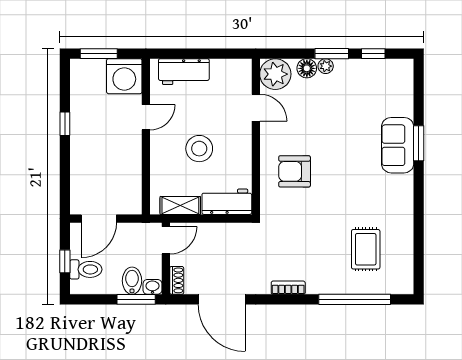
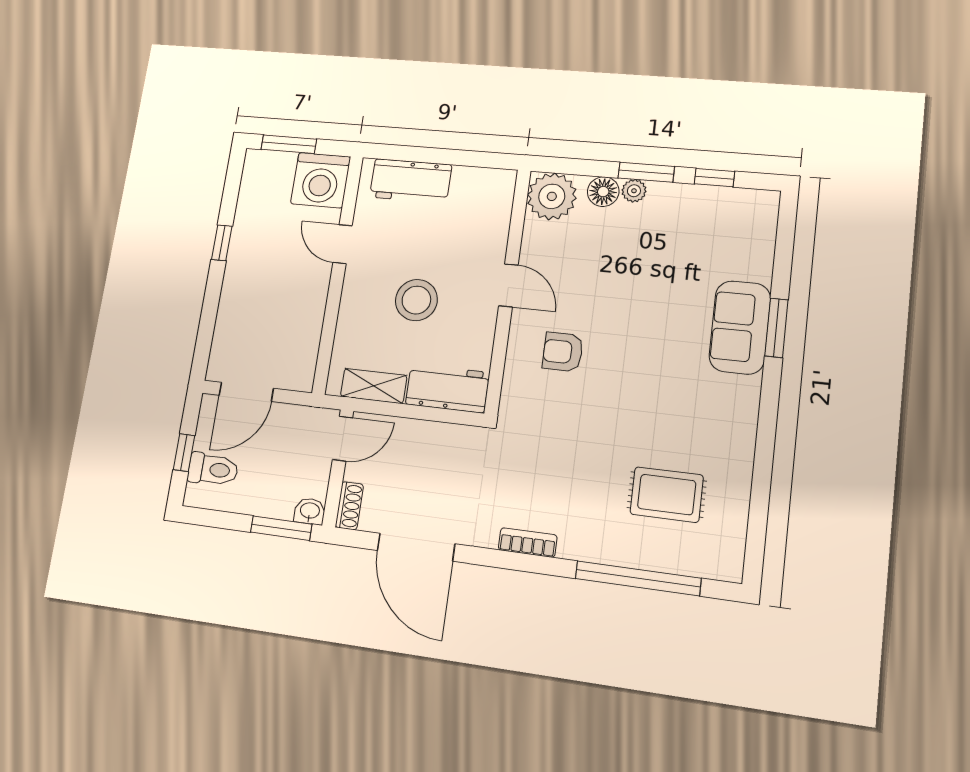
door: (256, 108) -> (508, 285), moved
door: (146, 117) -> (343, 244), swing flipped
armchair: (295, 171) -> (563, 352), width x0.72, depth x0.72
rug: (366, 249) -> (667, 495), turned 90
bidet: (132, 281) -> (280, 497), removed

